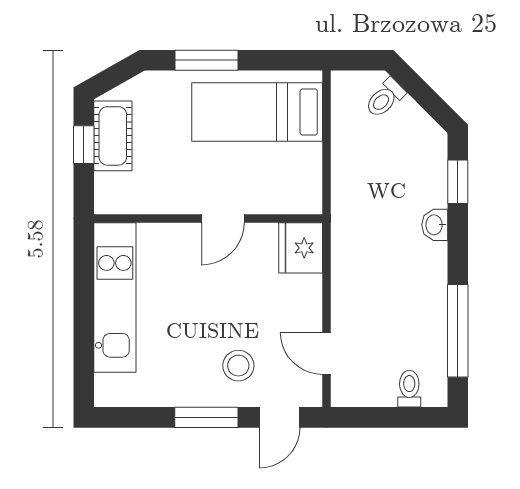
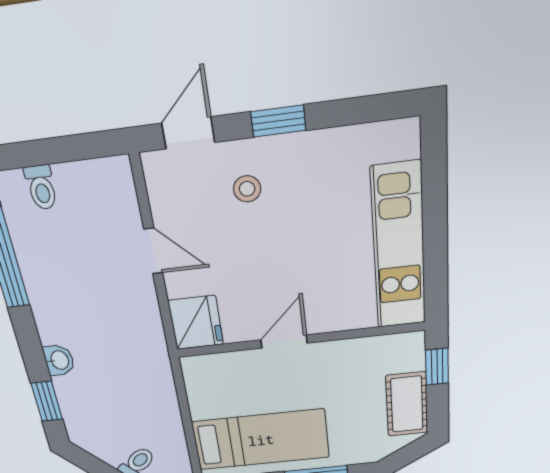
window: (84, 145) -> (437, 367), moved
door: (326, 354) -> (153, 251), moved
stool: (238, 366) -> (247, 189), width x0.73, depth x0.73
window: (206, 417) -> (278, 121), width x0.67

